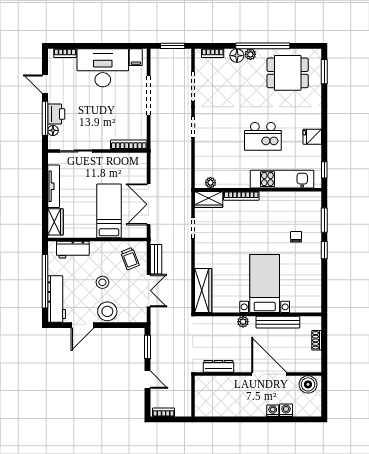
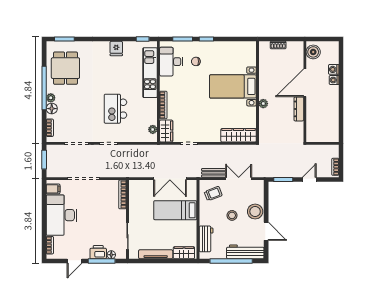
kitchen island: (263, 136) -> (115, 109), moved, turned 180
desk: (296, 206) -> (171, 62), added
bench: (278, 322) -> (264, 76), removed
dresser: (218, 366) -> (299, 109), moved

